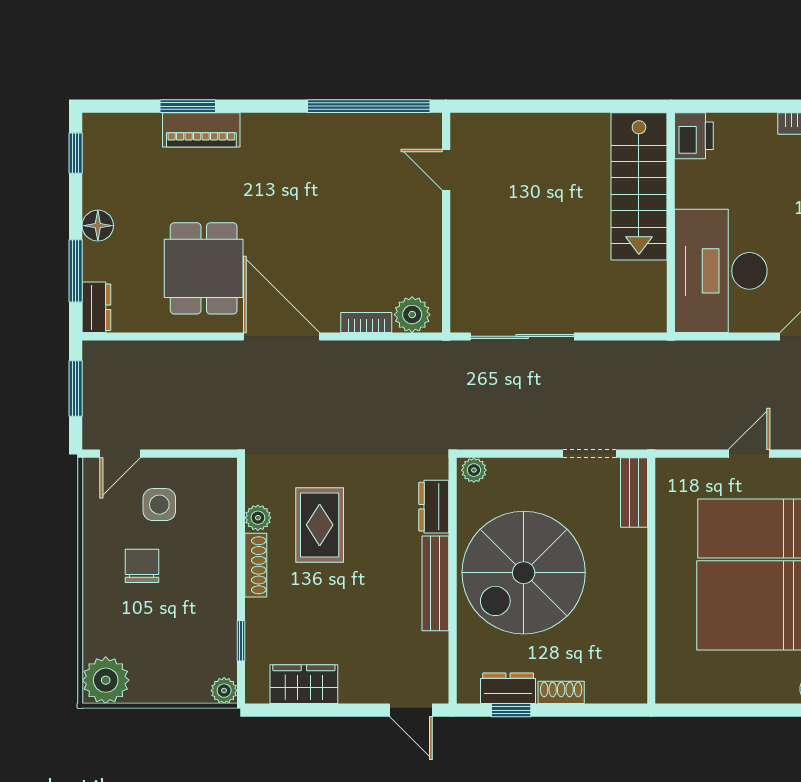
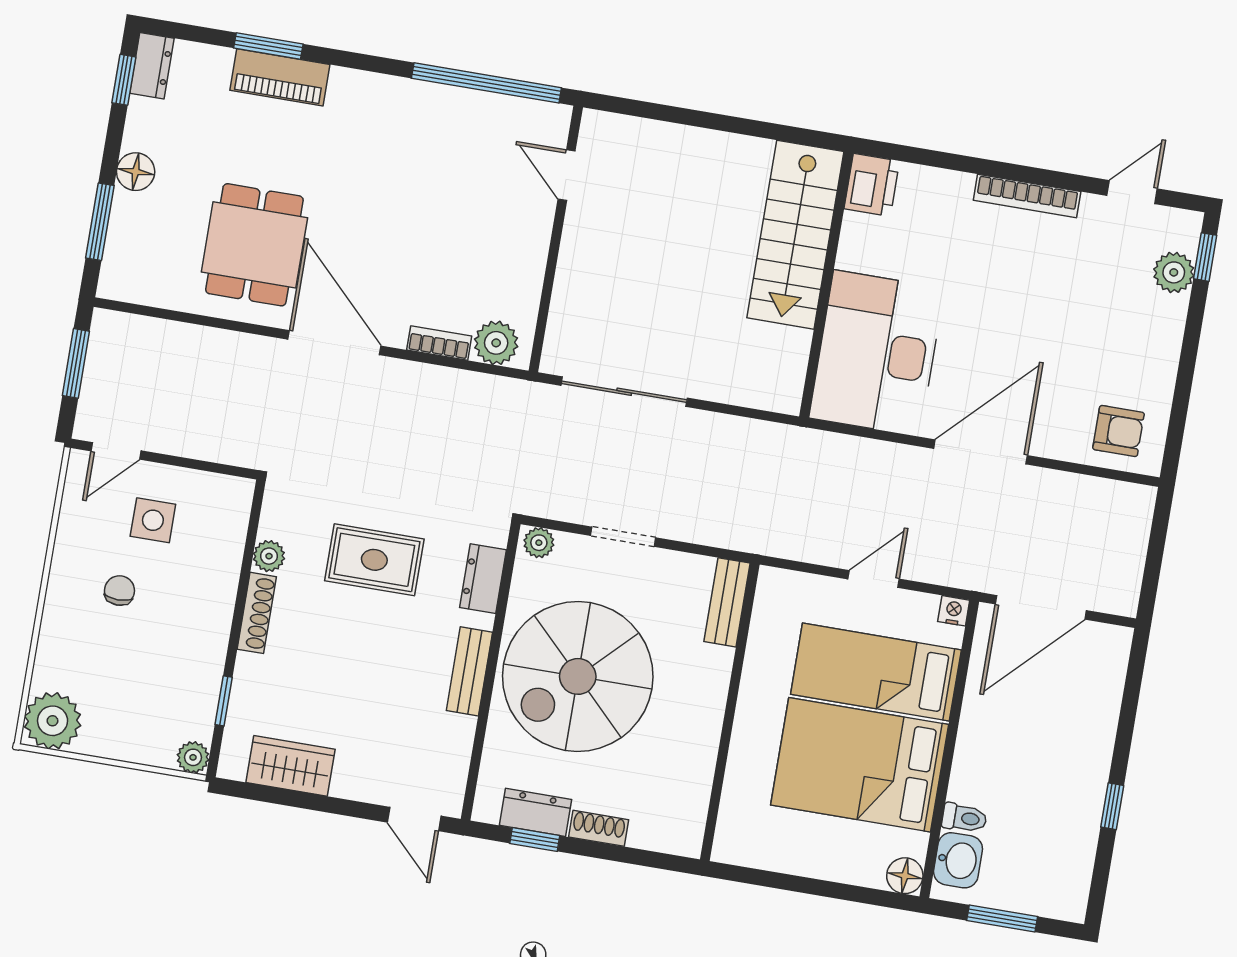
dresser: (96, 307) -> (152, 66), moved
doorway: (590, 454) -> (623, 537), moved
rug: (320, 525) -> (374, 560), moved, turned 90
chair: (142, 566) -> (119, 591), width x0.73, depth x0.73
bench: (435, 583) -> (469, 671), width x0.73

